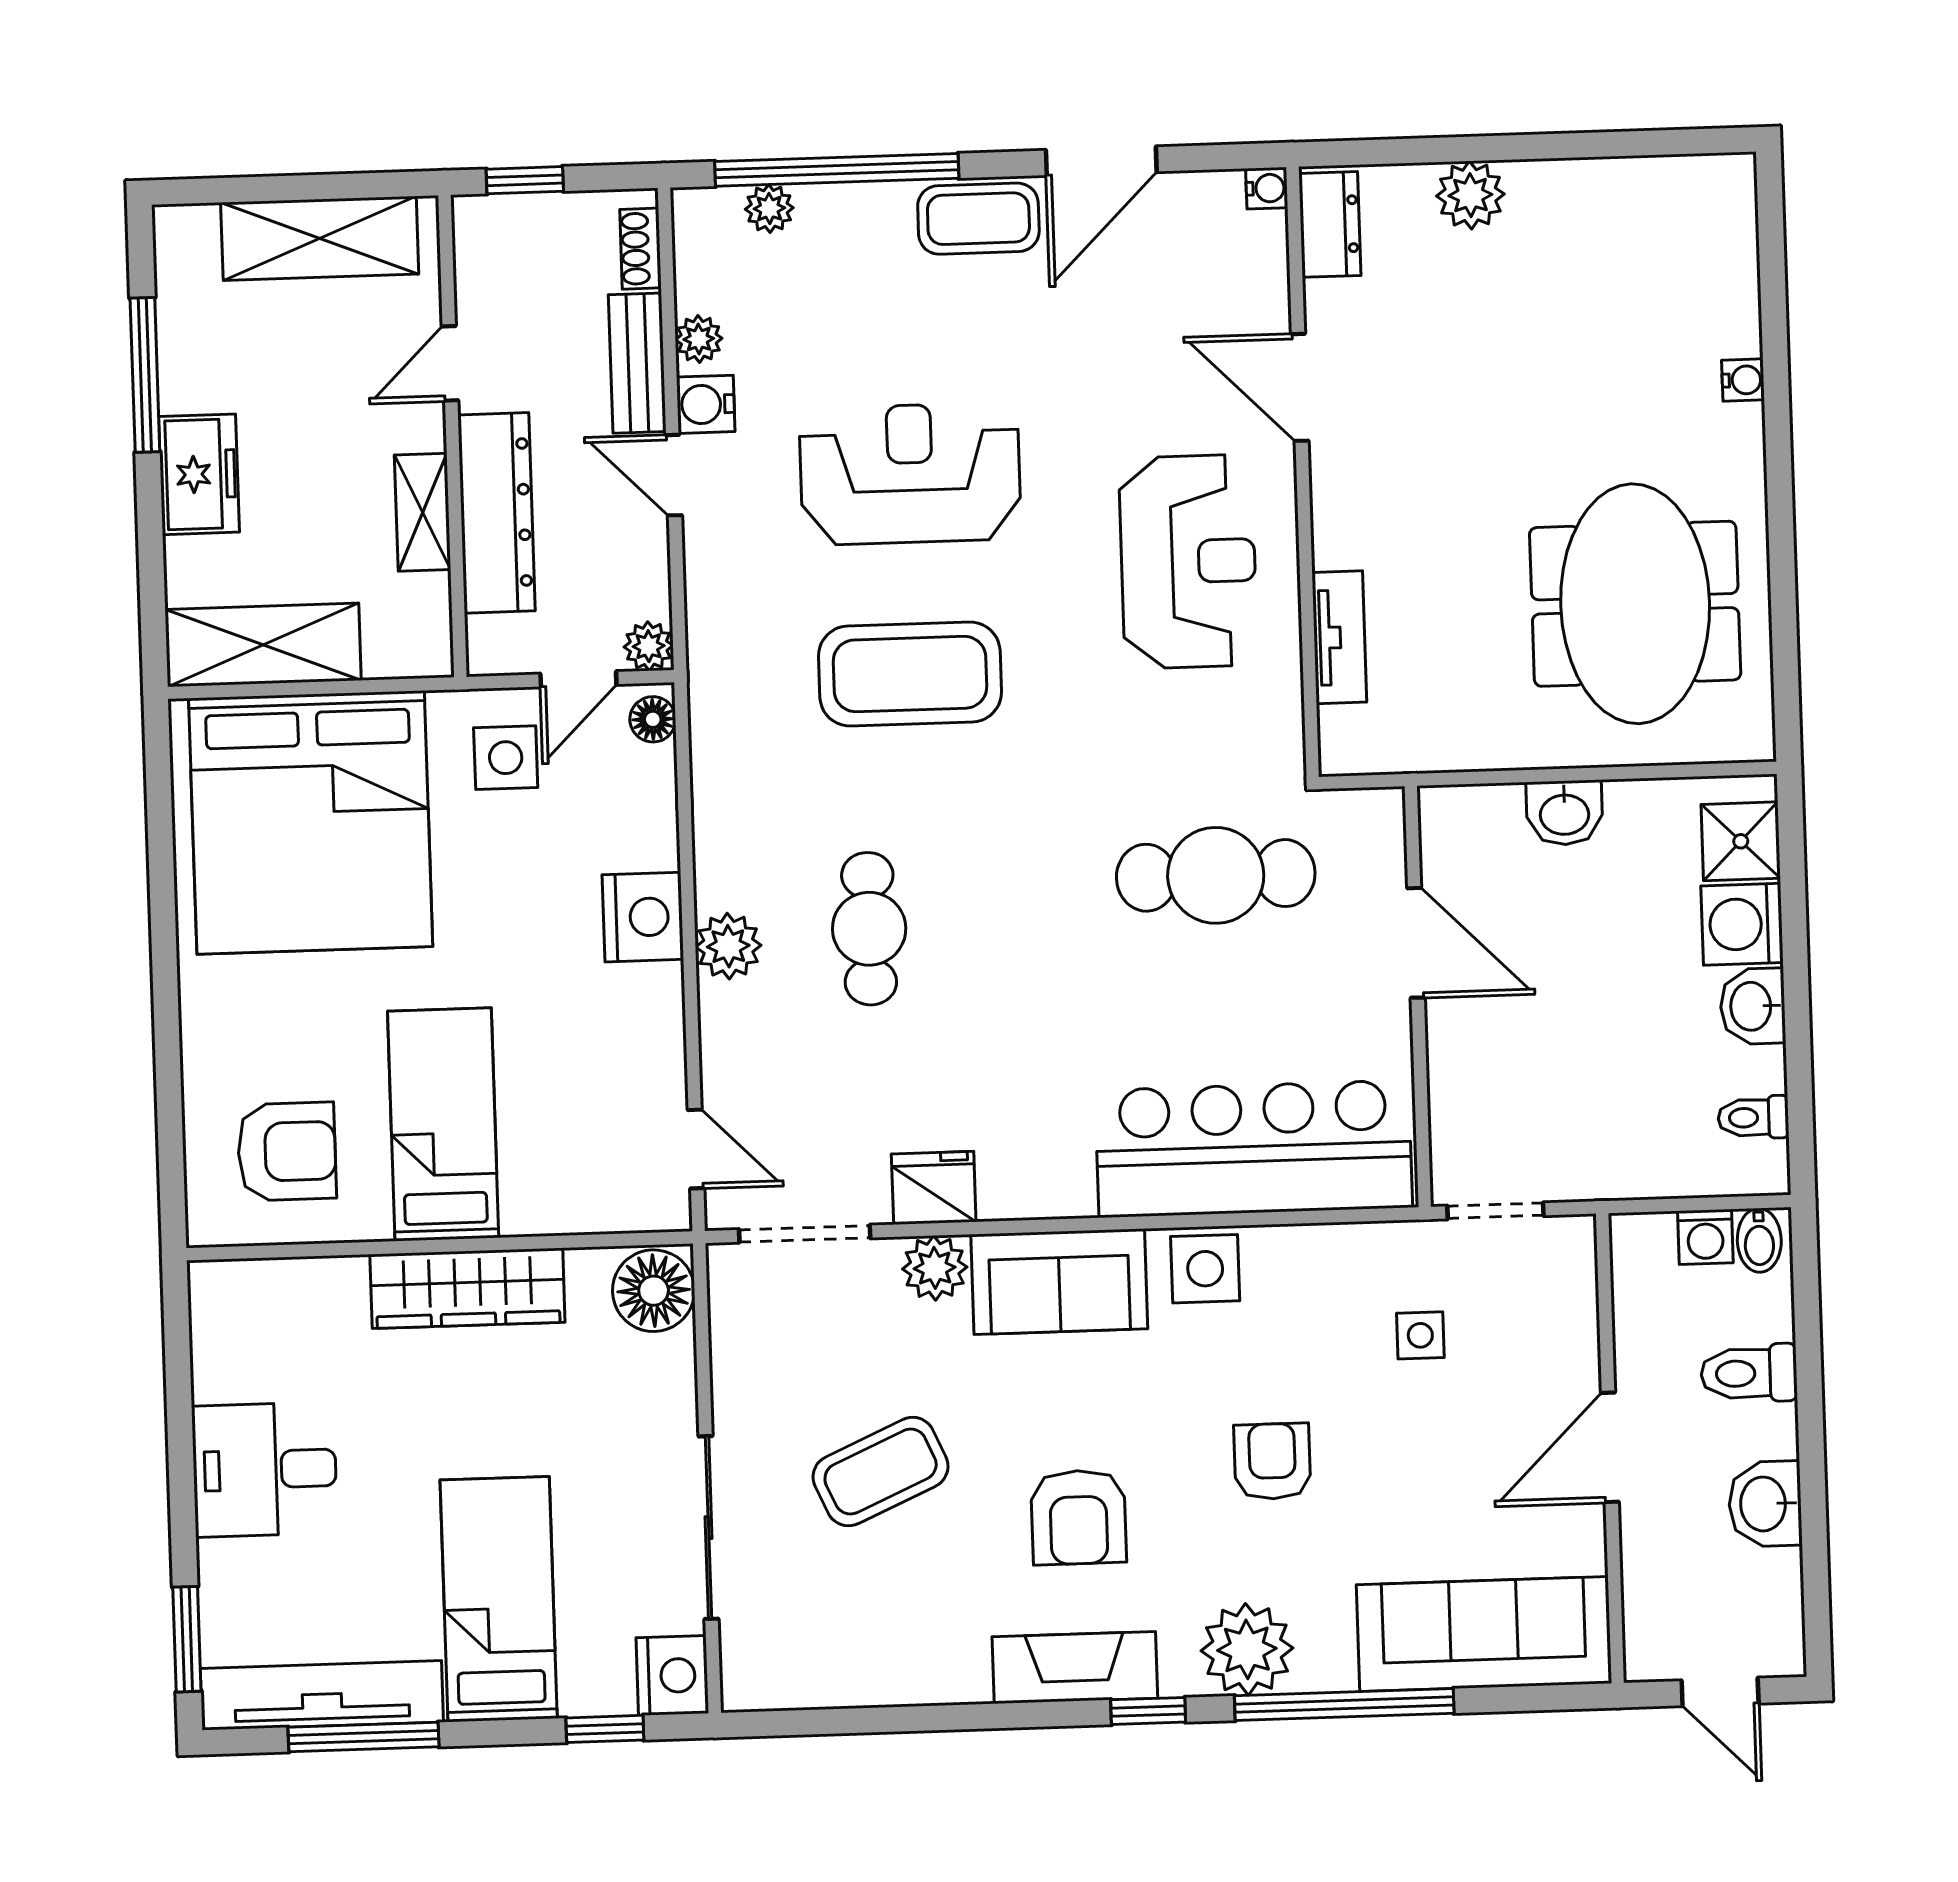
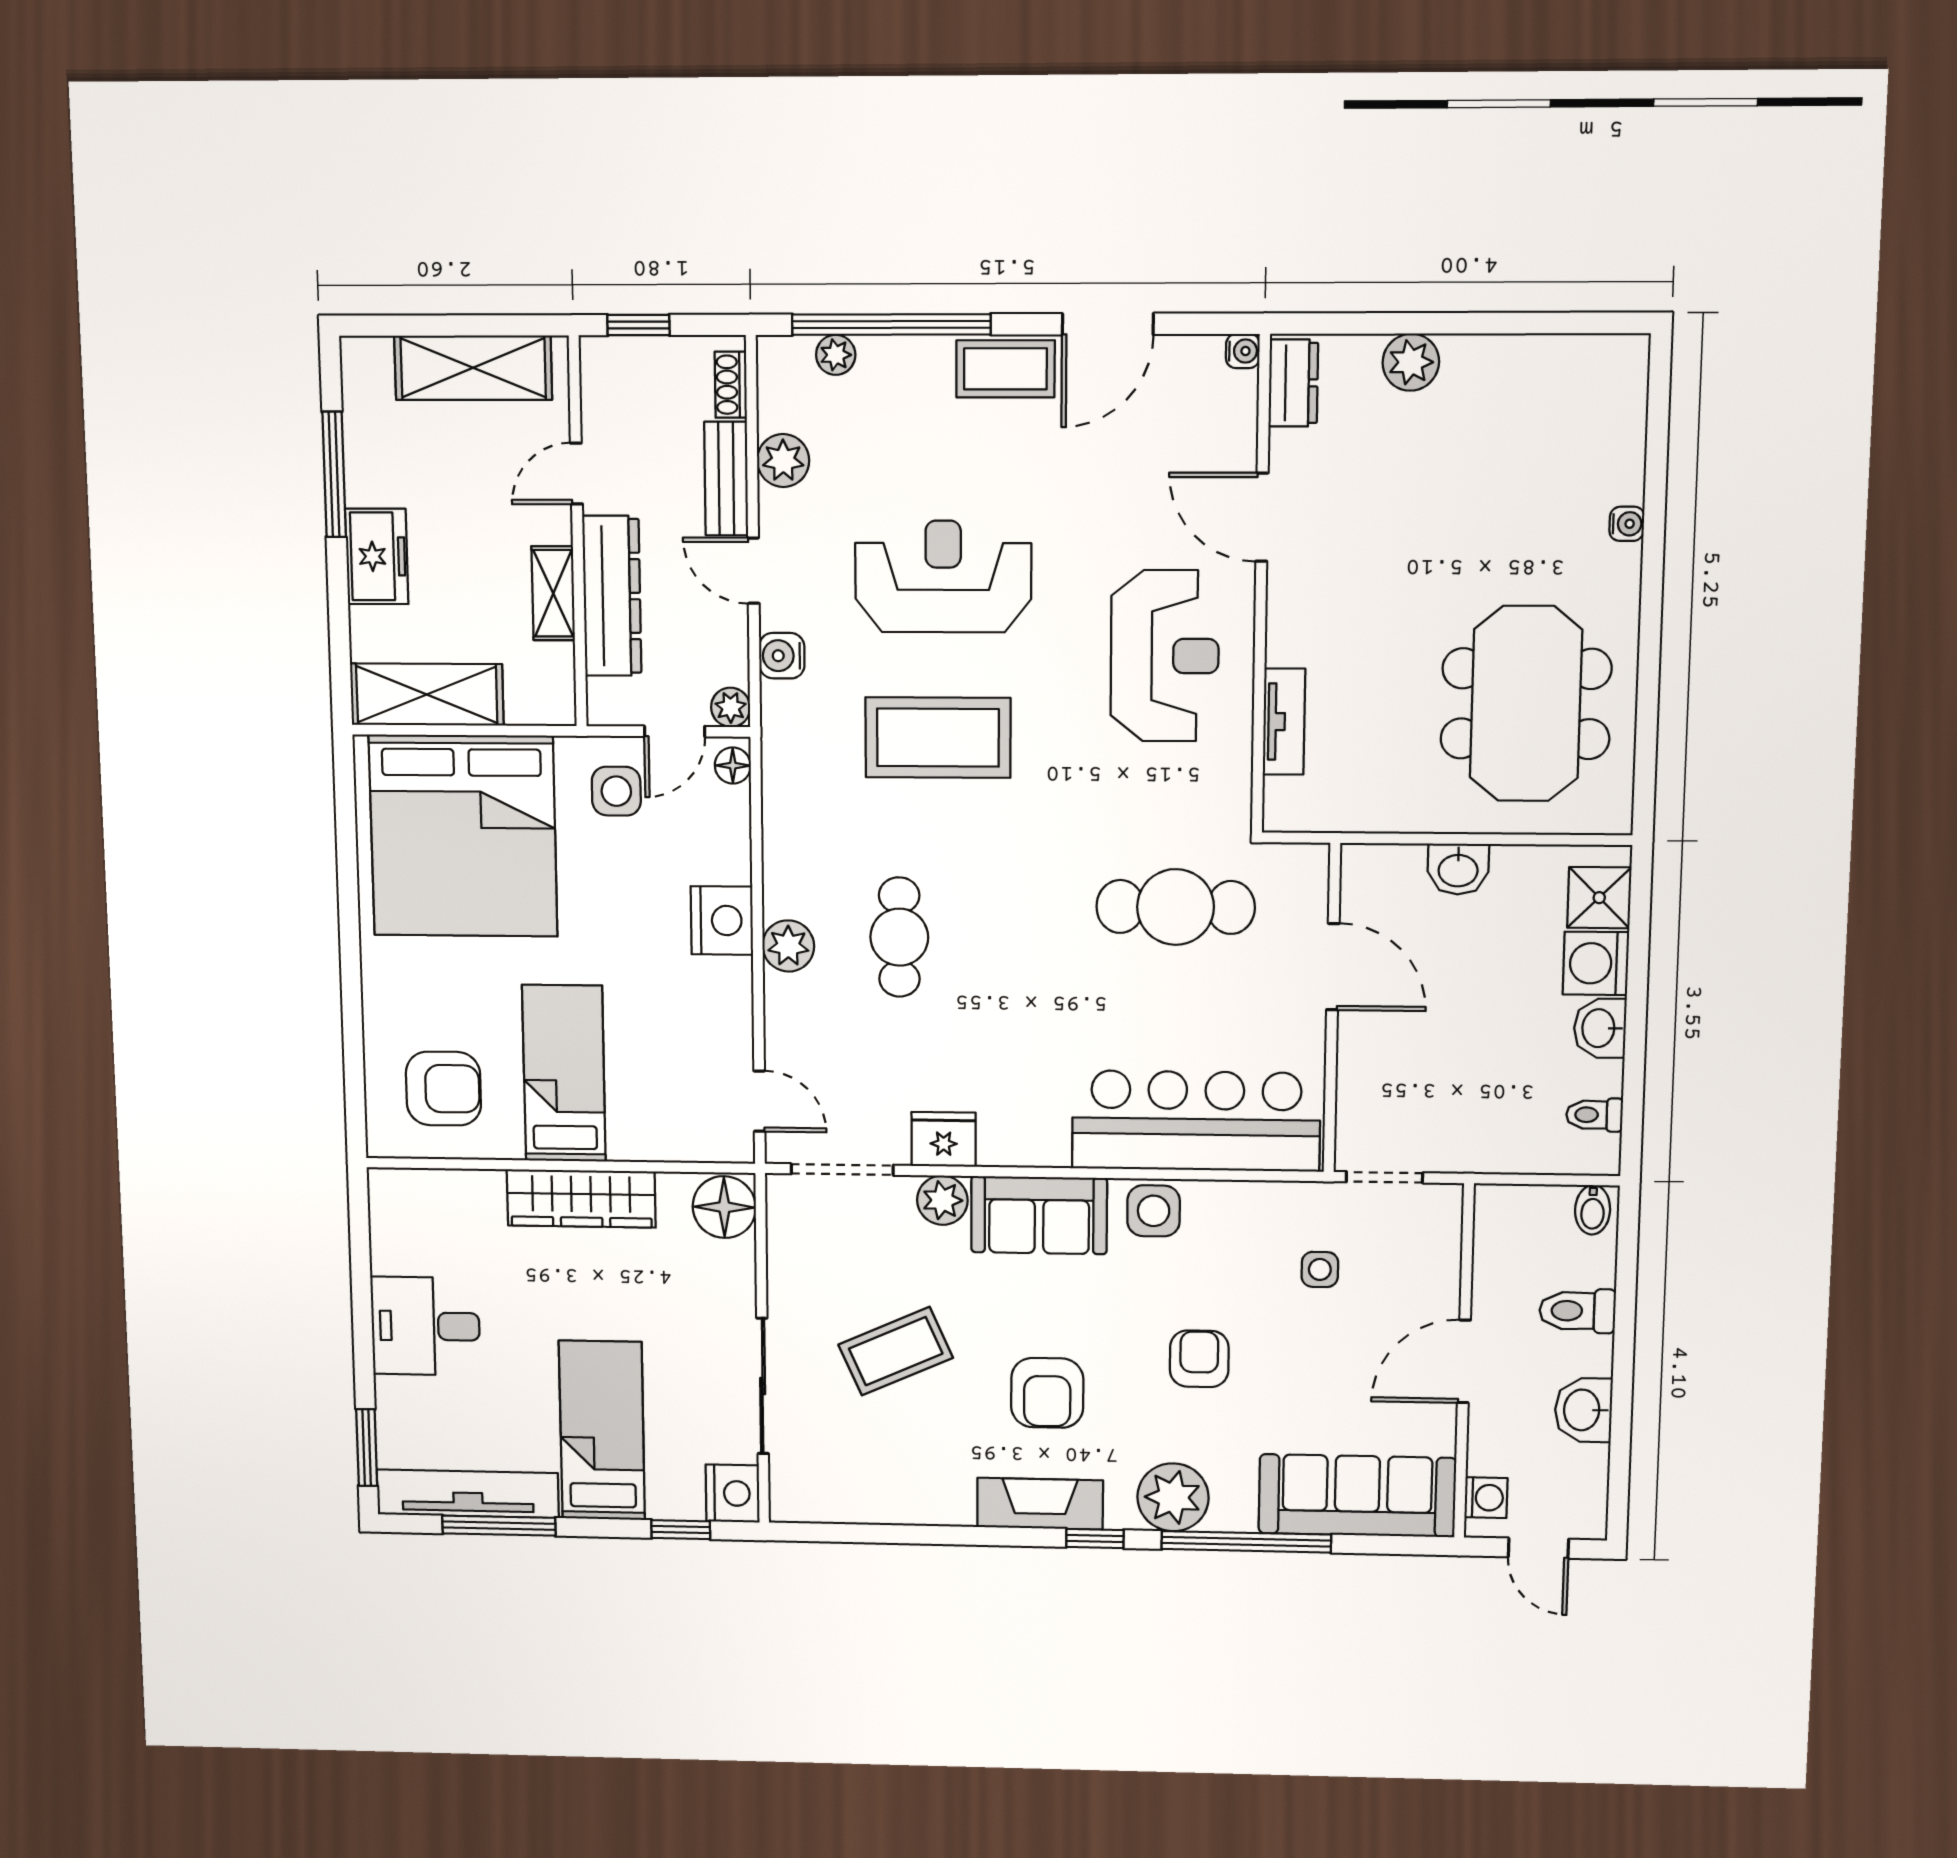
plant: (699, 339) -> (783, 461), width x1.38, depth x1.38
water cooler: (706, 404) -> (782, 656), moved
washing machine: (1705, 1237) -> (1486, 1498), moved, turned -90

